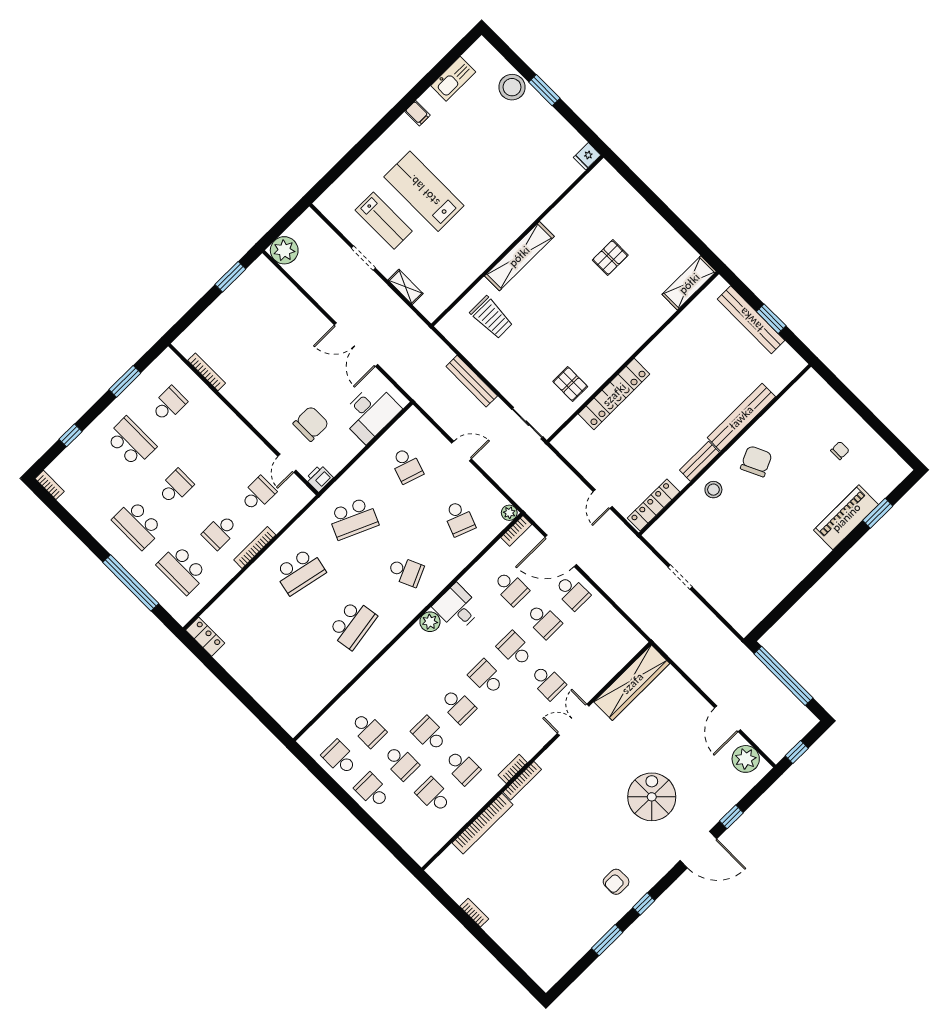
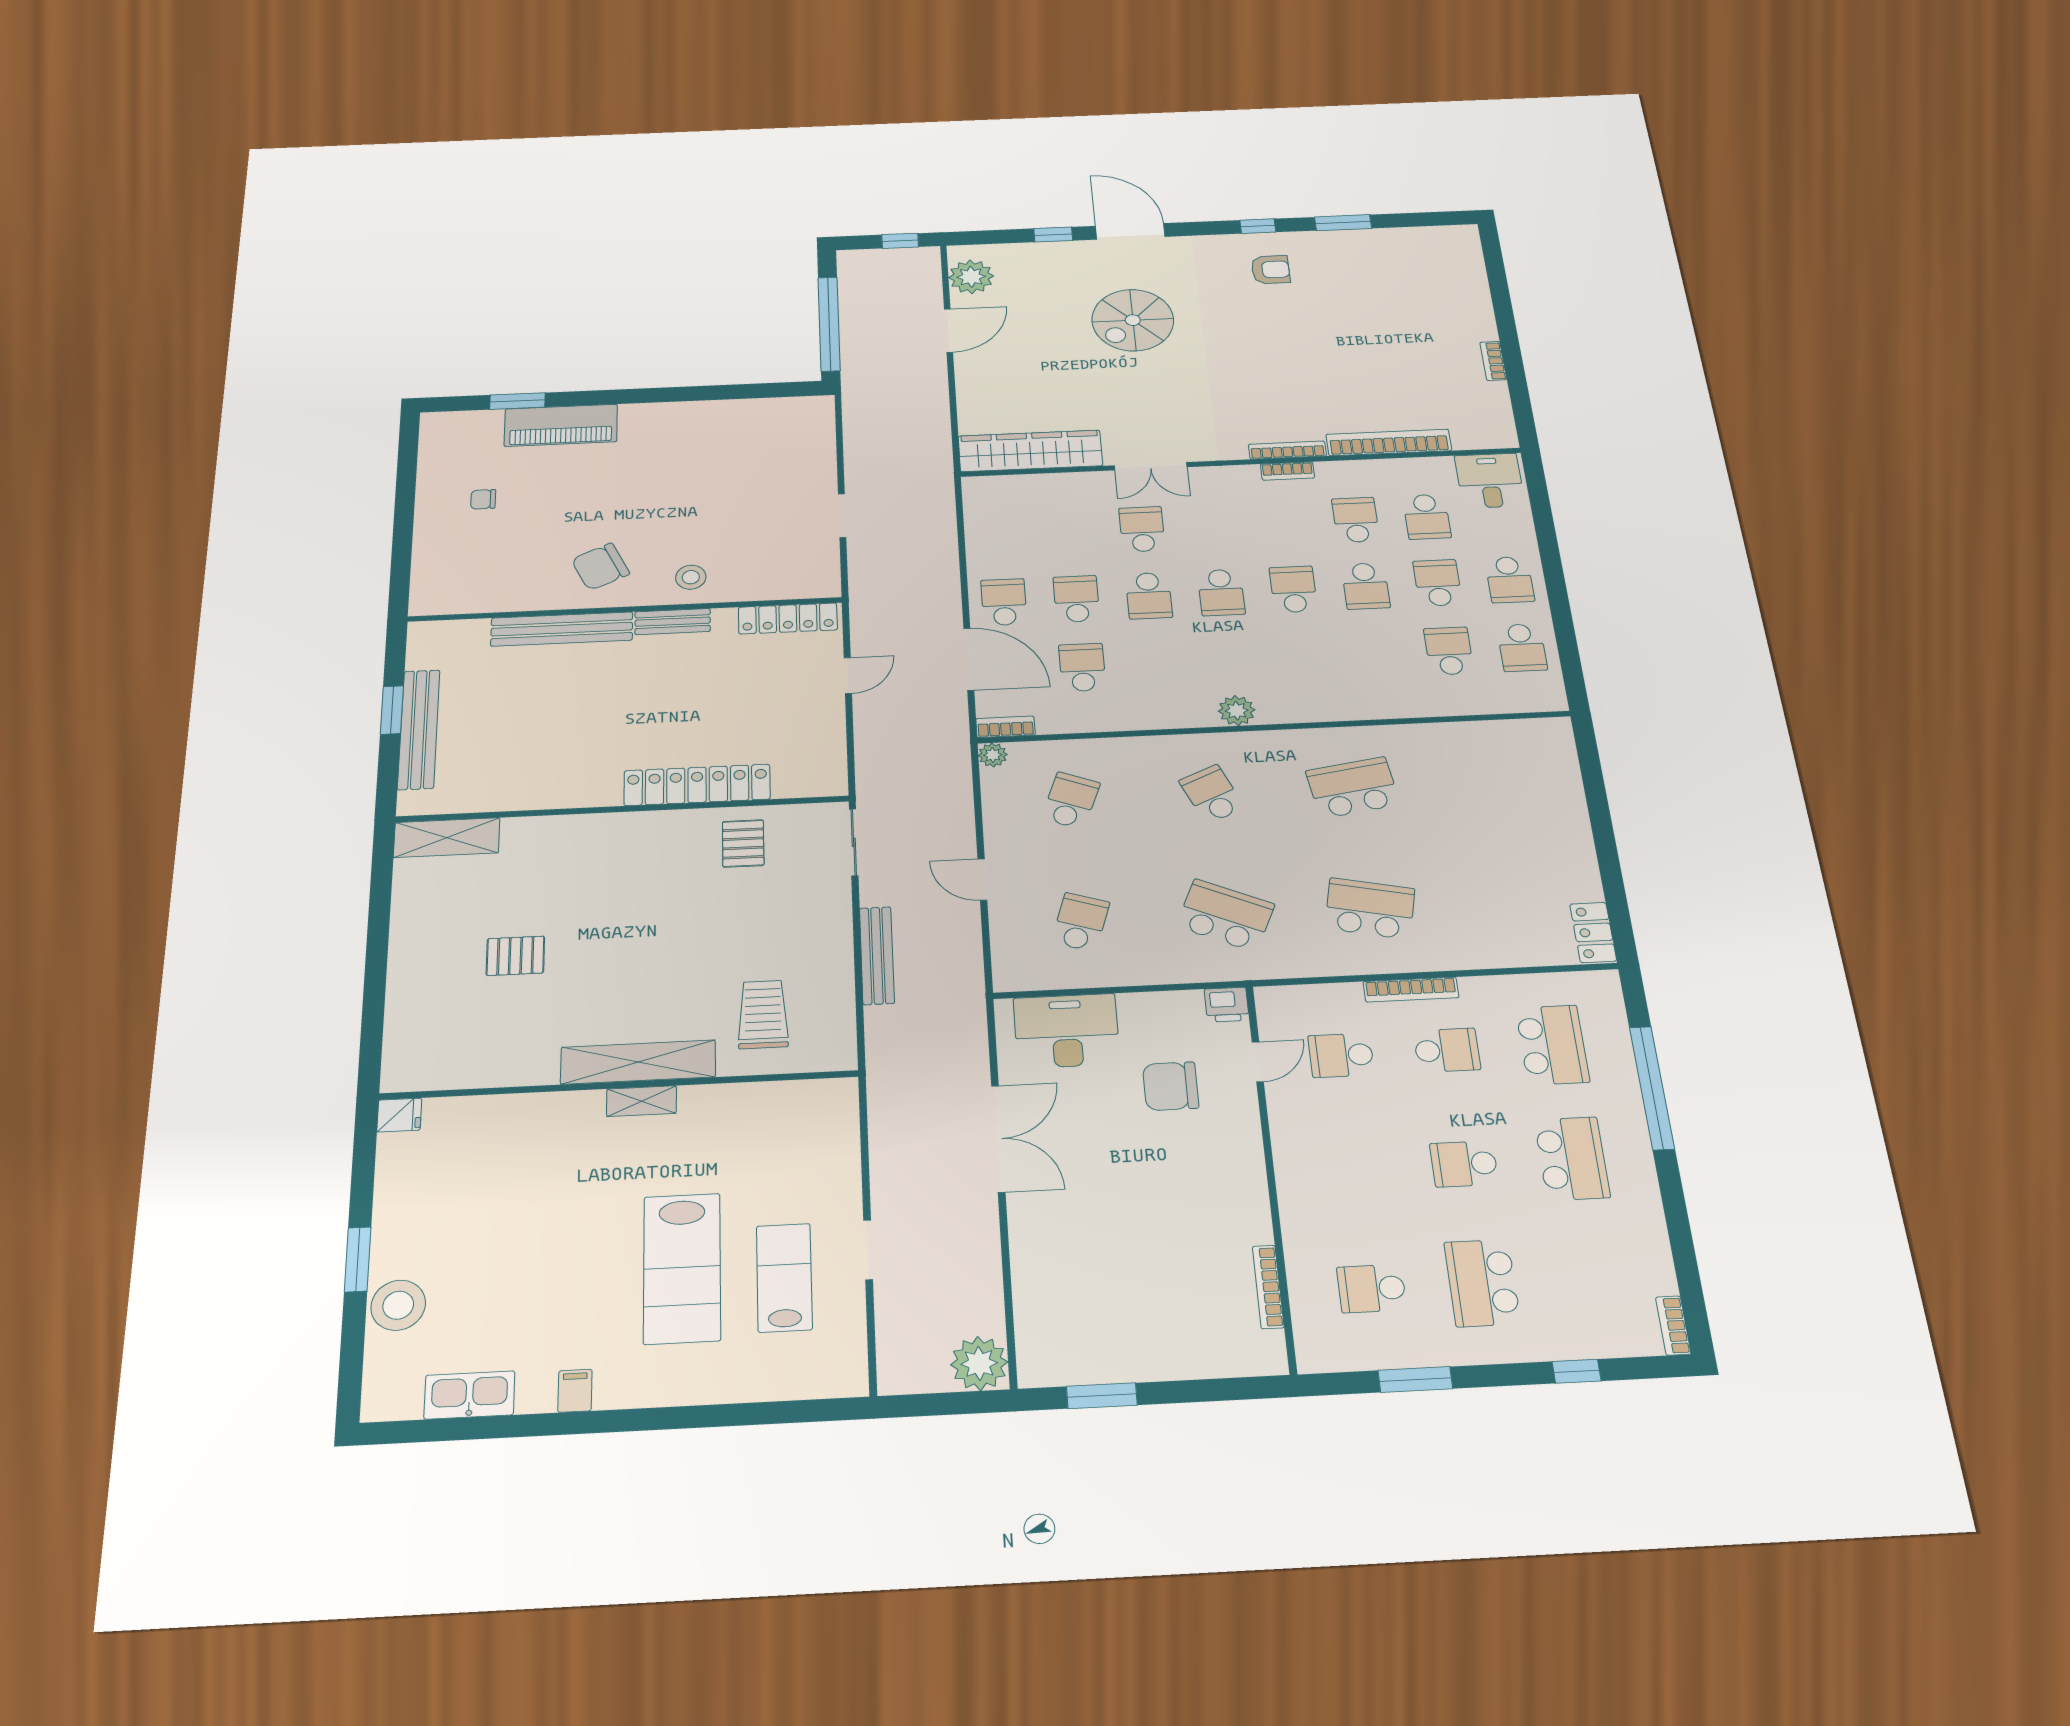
shelving: (406, 287) -> (642, 1101), moved, turned 90
desk: (457, 608) -> (1490, 481), moved, turned 180

